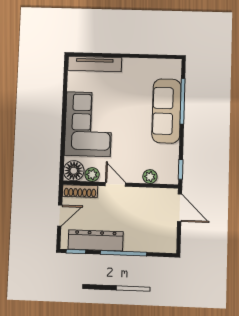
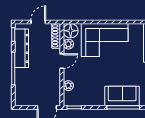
sofa: (166, 111) -> (122, 96), width x0.73
door: (60, 215) -> (38, 22), swing flipped

